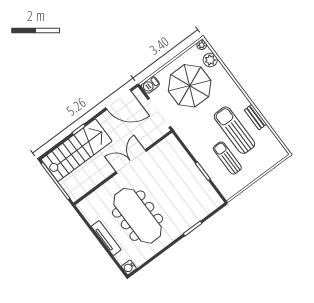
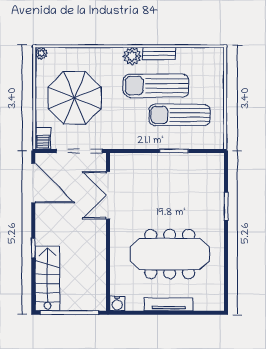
plant: (210, 60) -> (132, 56), moved
door: (118, 100) -> (33, 183), hinge flipped
stairs: (77, 150) -> (47, 278), width x0.73, depth x0.66
sun lounger: (227, 158) -> (180, 115), width x1.36, depth x1.34
double door: (131, 161) -> (108, 195), moved
water cooler: (129, 267) -> (117, 303), moved

